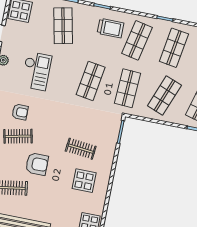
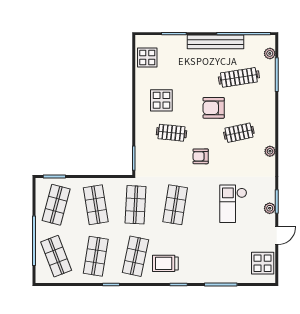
shop shelf: (63, 26) -> (215, 256), removed
shop shelf: (164, 96) -> (96, 205), turned -30
armchair: (20, 112) -> (201, 156), moved

